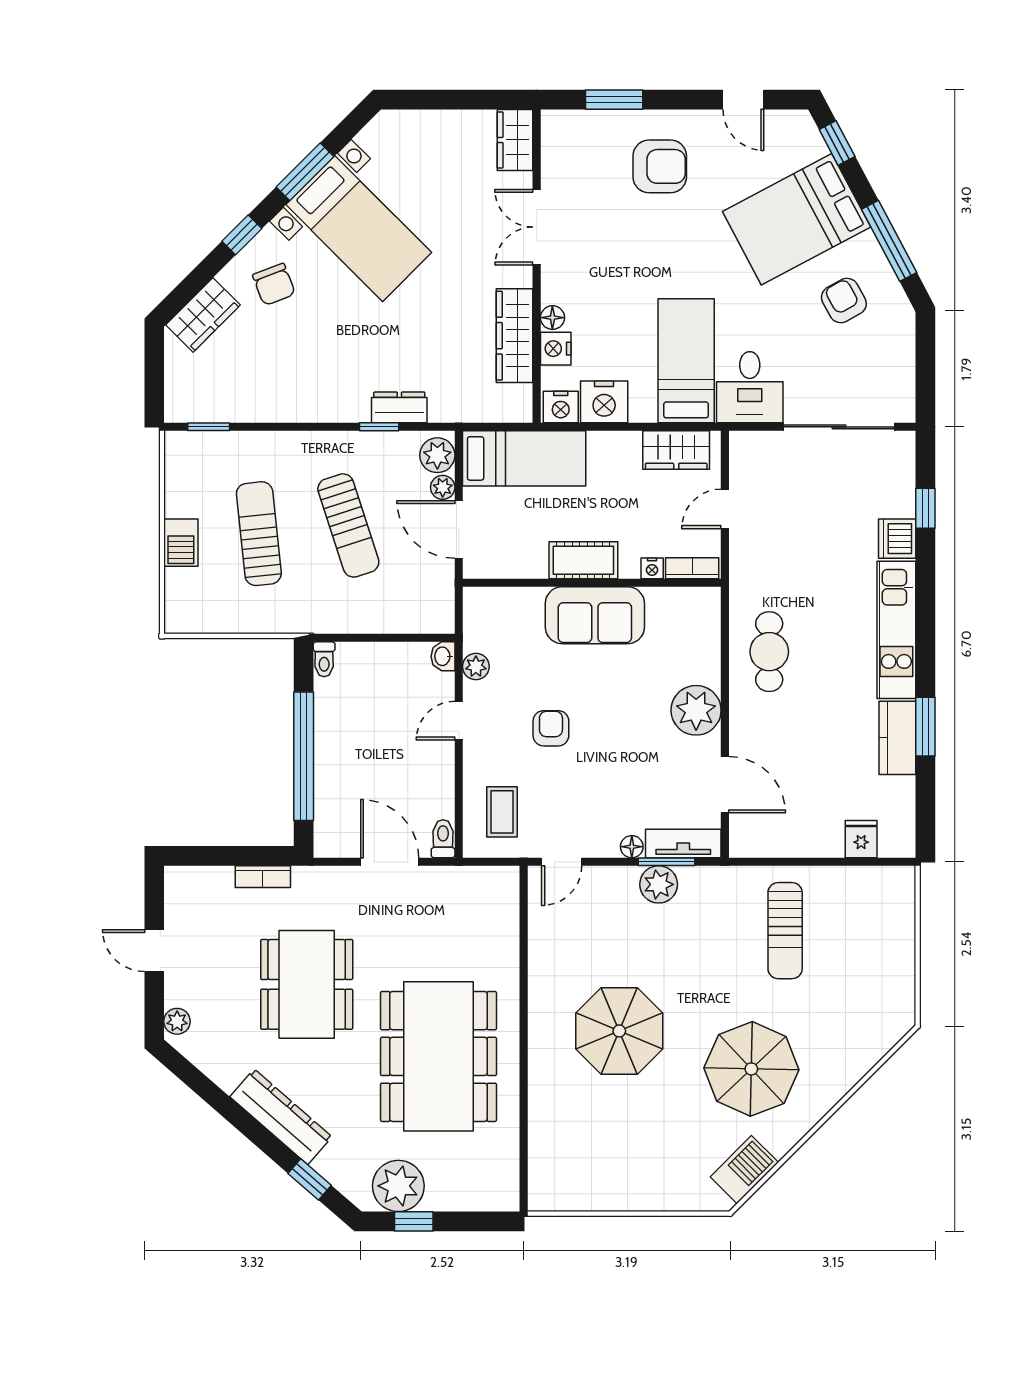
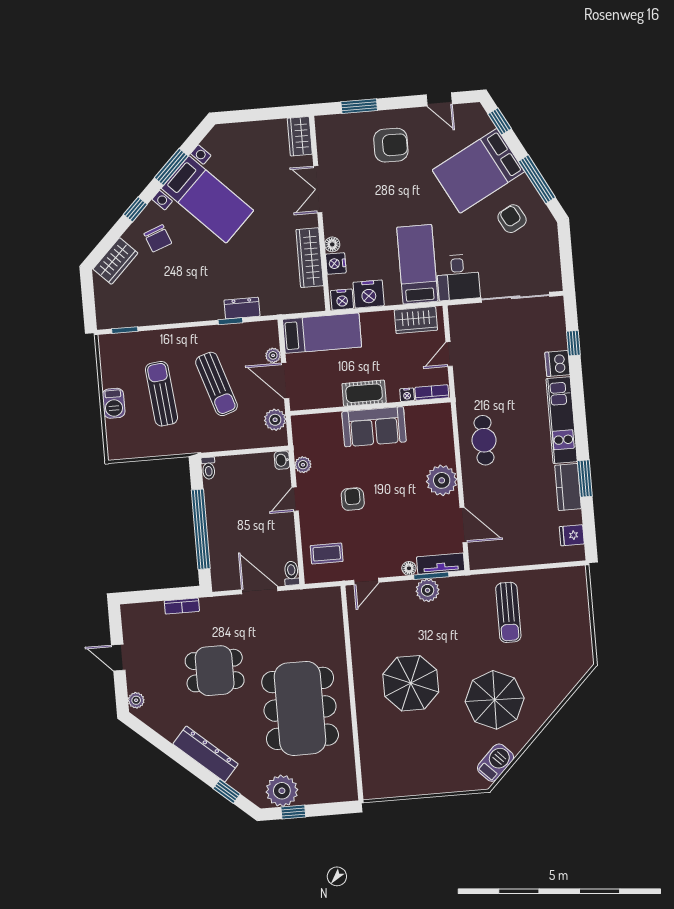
plant: (437, 455) -> (275, 420), moved
coffee table: (502, 812) -> (327, 553), turned 90
fridge: (861, 839) -> (572, 535), moved, turned -90
dining table: (307, 984) -> (215, 671), width x0.73

